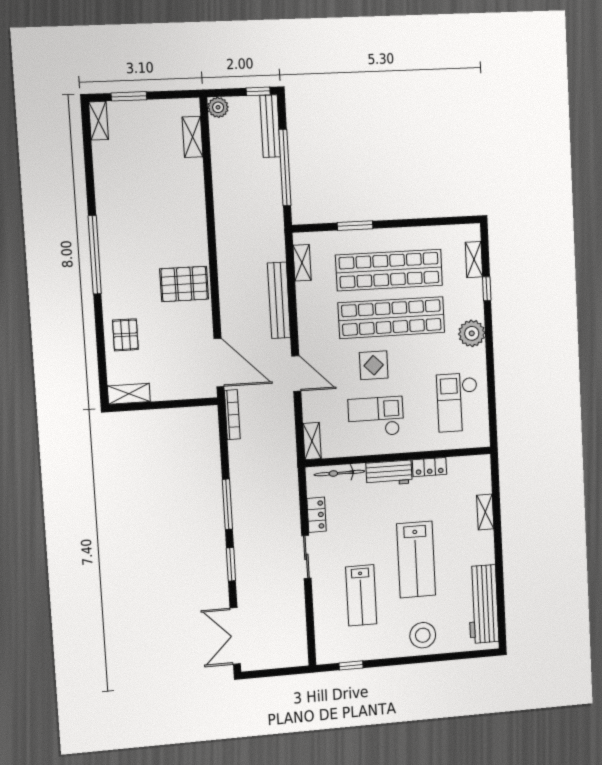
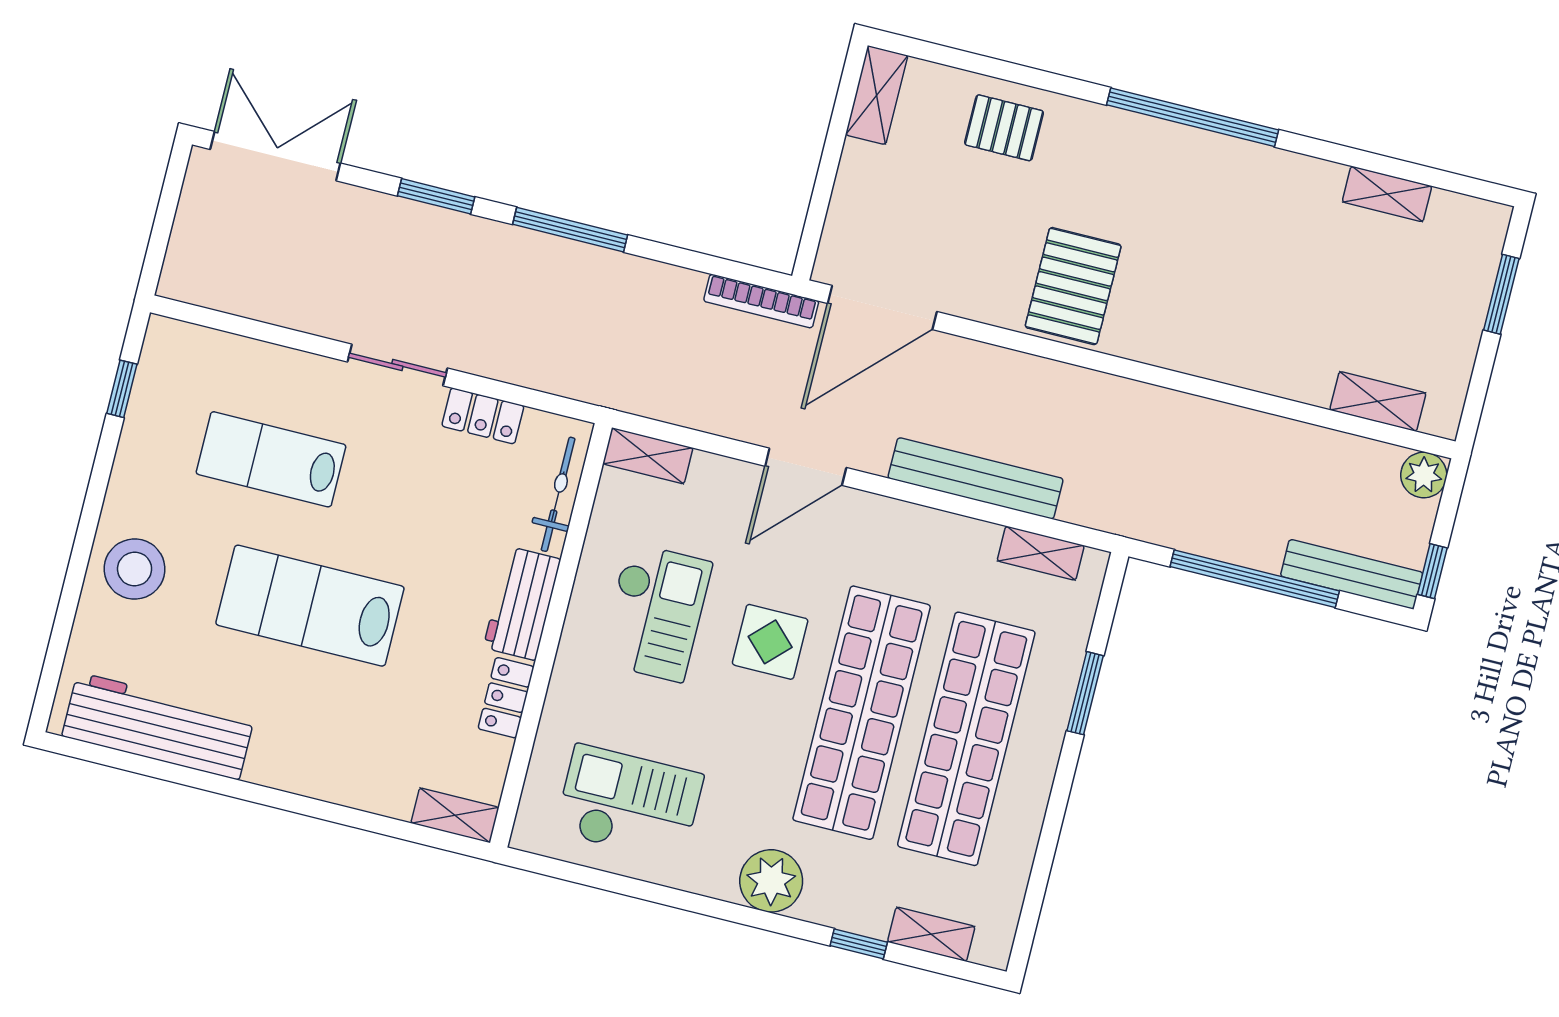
shelving: (99, 121) -> (1387, 194), moved
shelving: (485, 512) -> (455, 815), moved

